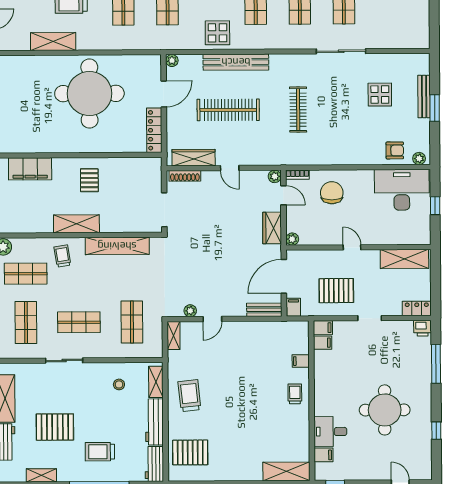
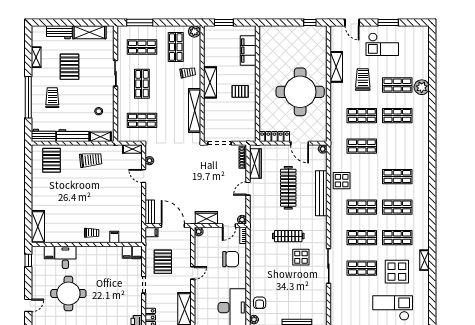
display table: (380, 95) -> (301, 257), moved
round table: (385, 410) -> (68, 293), moved

